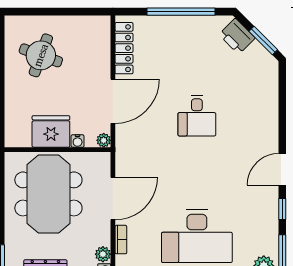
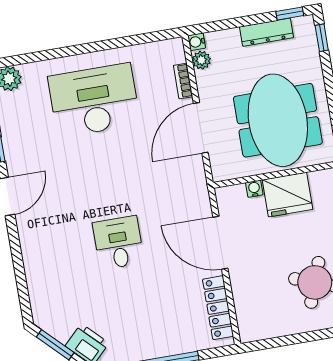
door: (113, 101) -> (220, 243), hinge flipped
plant: (104, 140) -> (223, 195), removed

